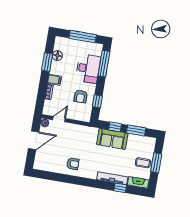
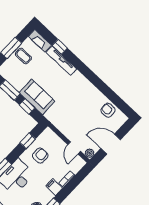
door: (59, 119) -> (74, 148), hinge flipped
armchair: (73, 164) -> (108, 110), moved

